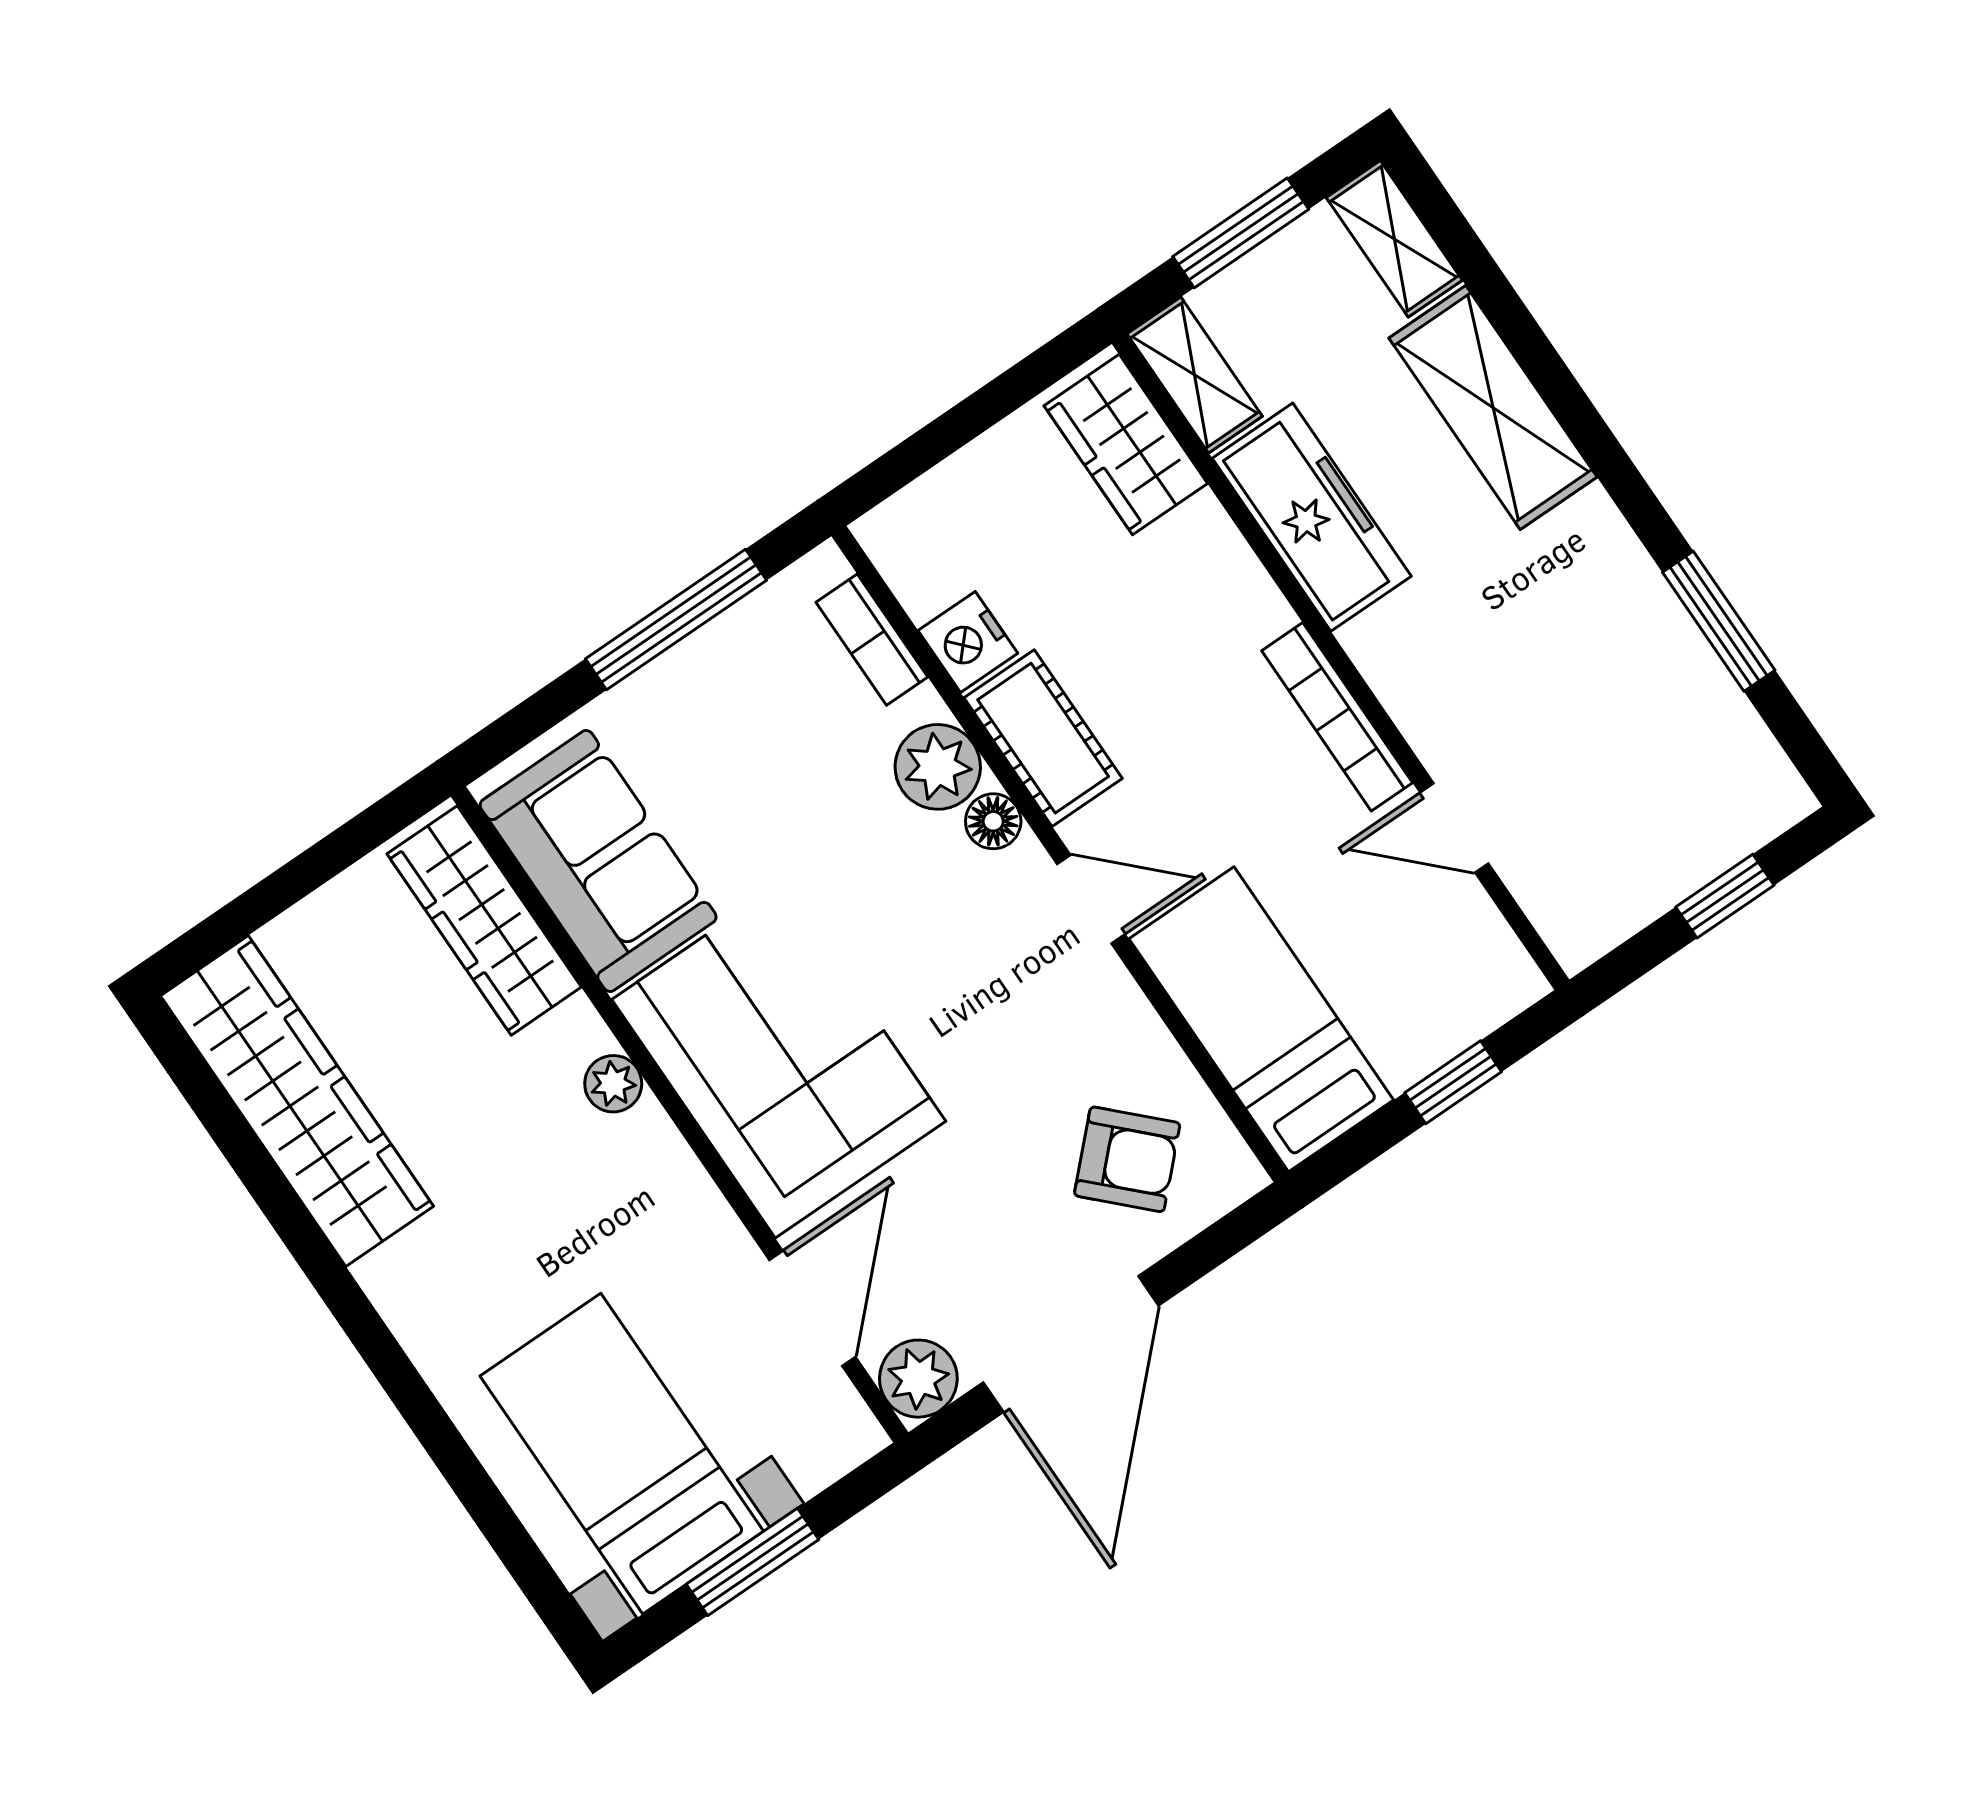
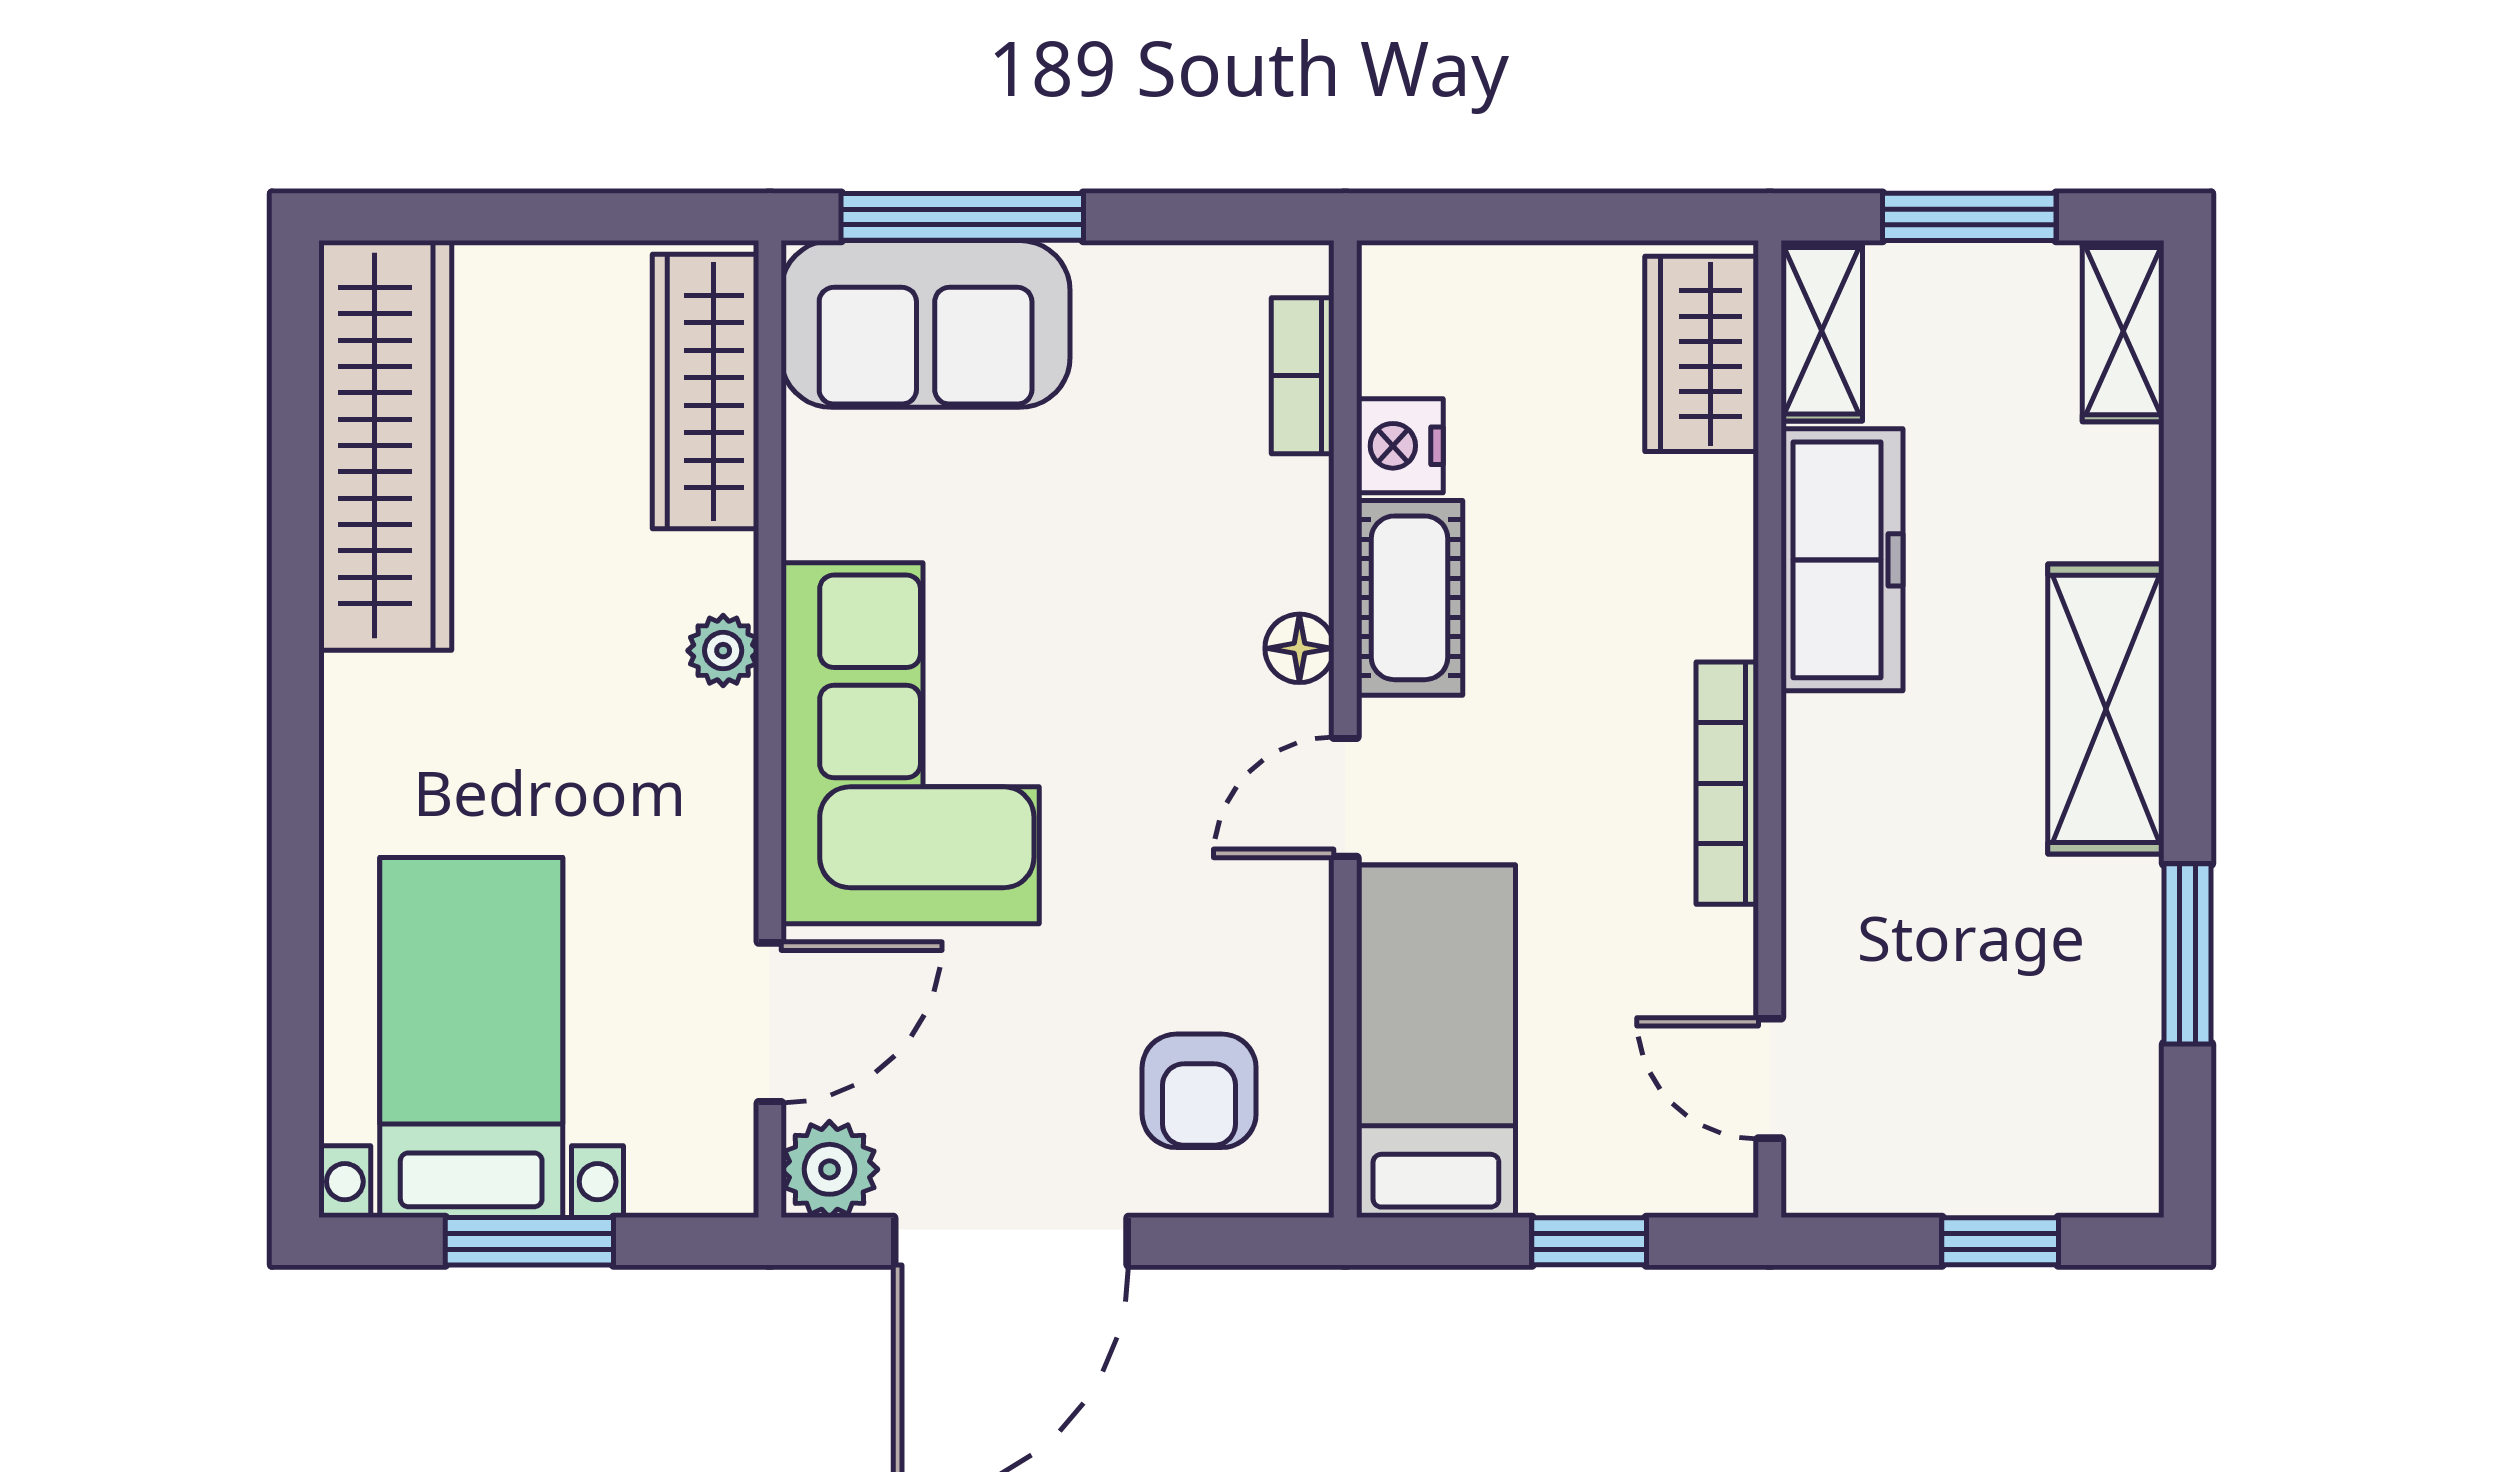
shelving: (1493, 407) -> (2106, 709), moved
window: (676, 620) -> (962, 217), moved
plant: (938, 767) -> (1281, 553), removed
door: (1454, 828) -> (1770, 1078), moved
sofa: (598, 861) -> (926, 324), moved, turned 90
door: (1091, 899) -> (1345, 797), swing flipped
armchair: (1127, 1159) -> (1199, 1091), turned 45

